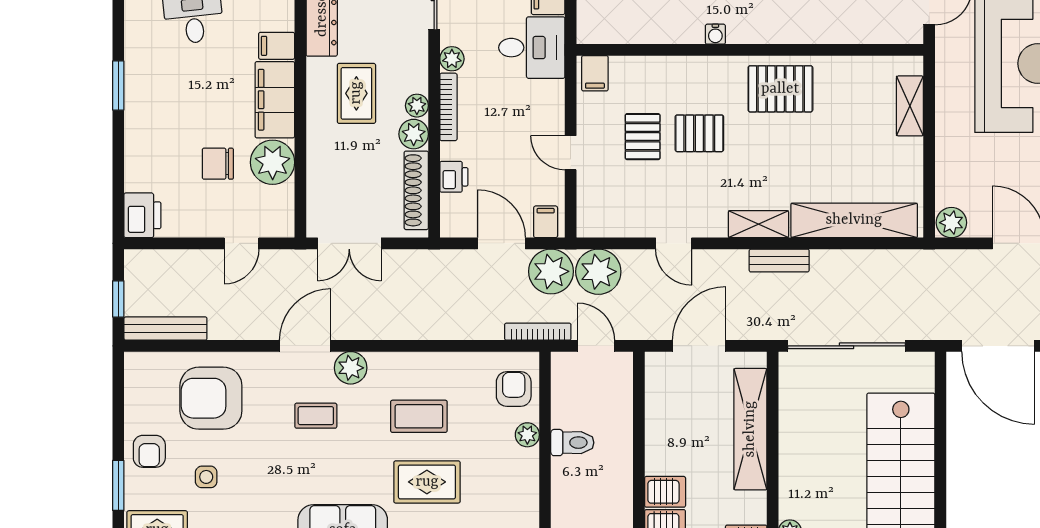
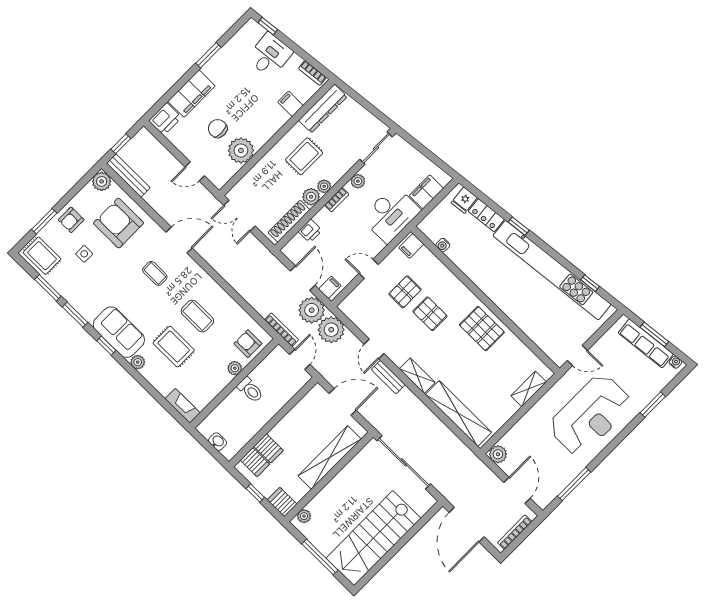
water cooler: (715, 34) -> (443, 245), moved
desk: (532, 48) -> (391, 214), width x1.37
filing cabinet: (275, 100) -> (191, 94), moved, turned 180
bookcase: (448, 107) -> (337, 200), width x0.64
door: (571, 153) -> (369, 269), hinge flipped
bench: (779, 261) -> (388, 377), moved
plant: (351, 368) -> (102, 181), moved
armchair: (514, 389) -> (248, 344), turned -90

